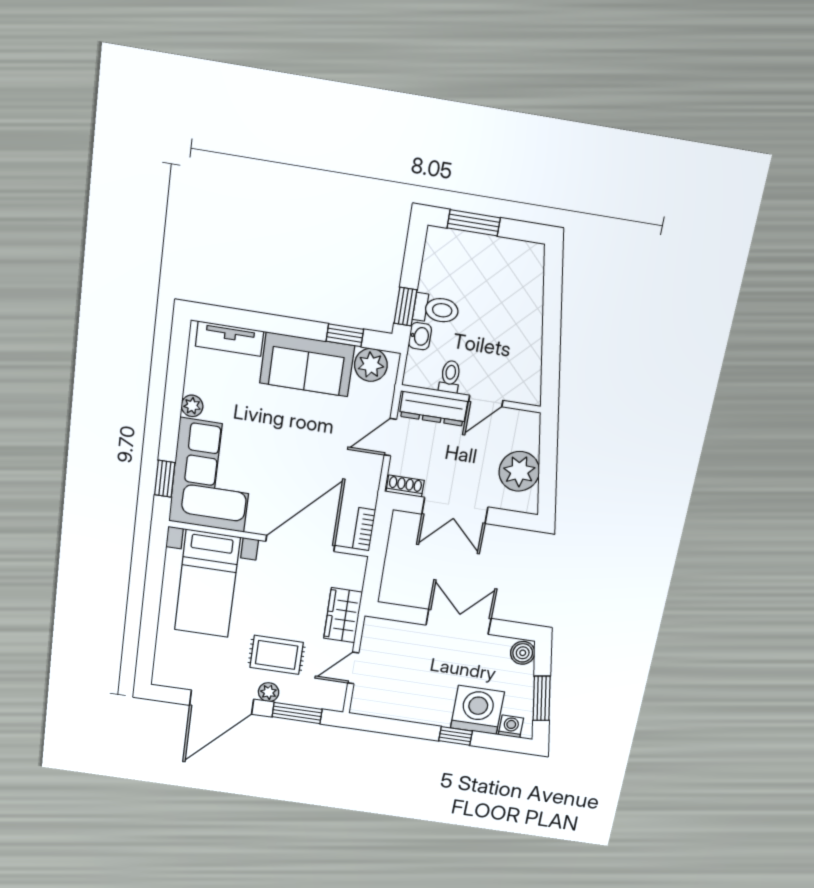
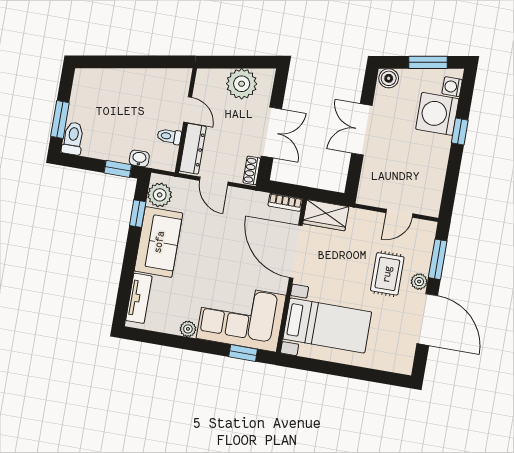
toilet: (436, 309) -> (73, 138), moved
wardrobe: (343, 615) -> (326, 215), moved
door: (353, 668) -> (399, 213), hinge flipped

